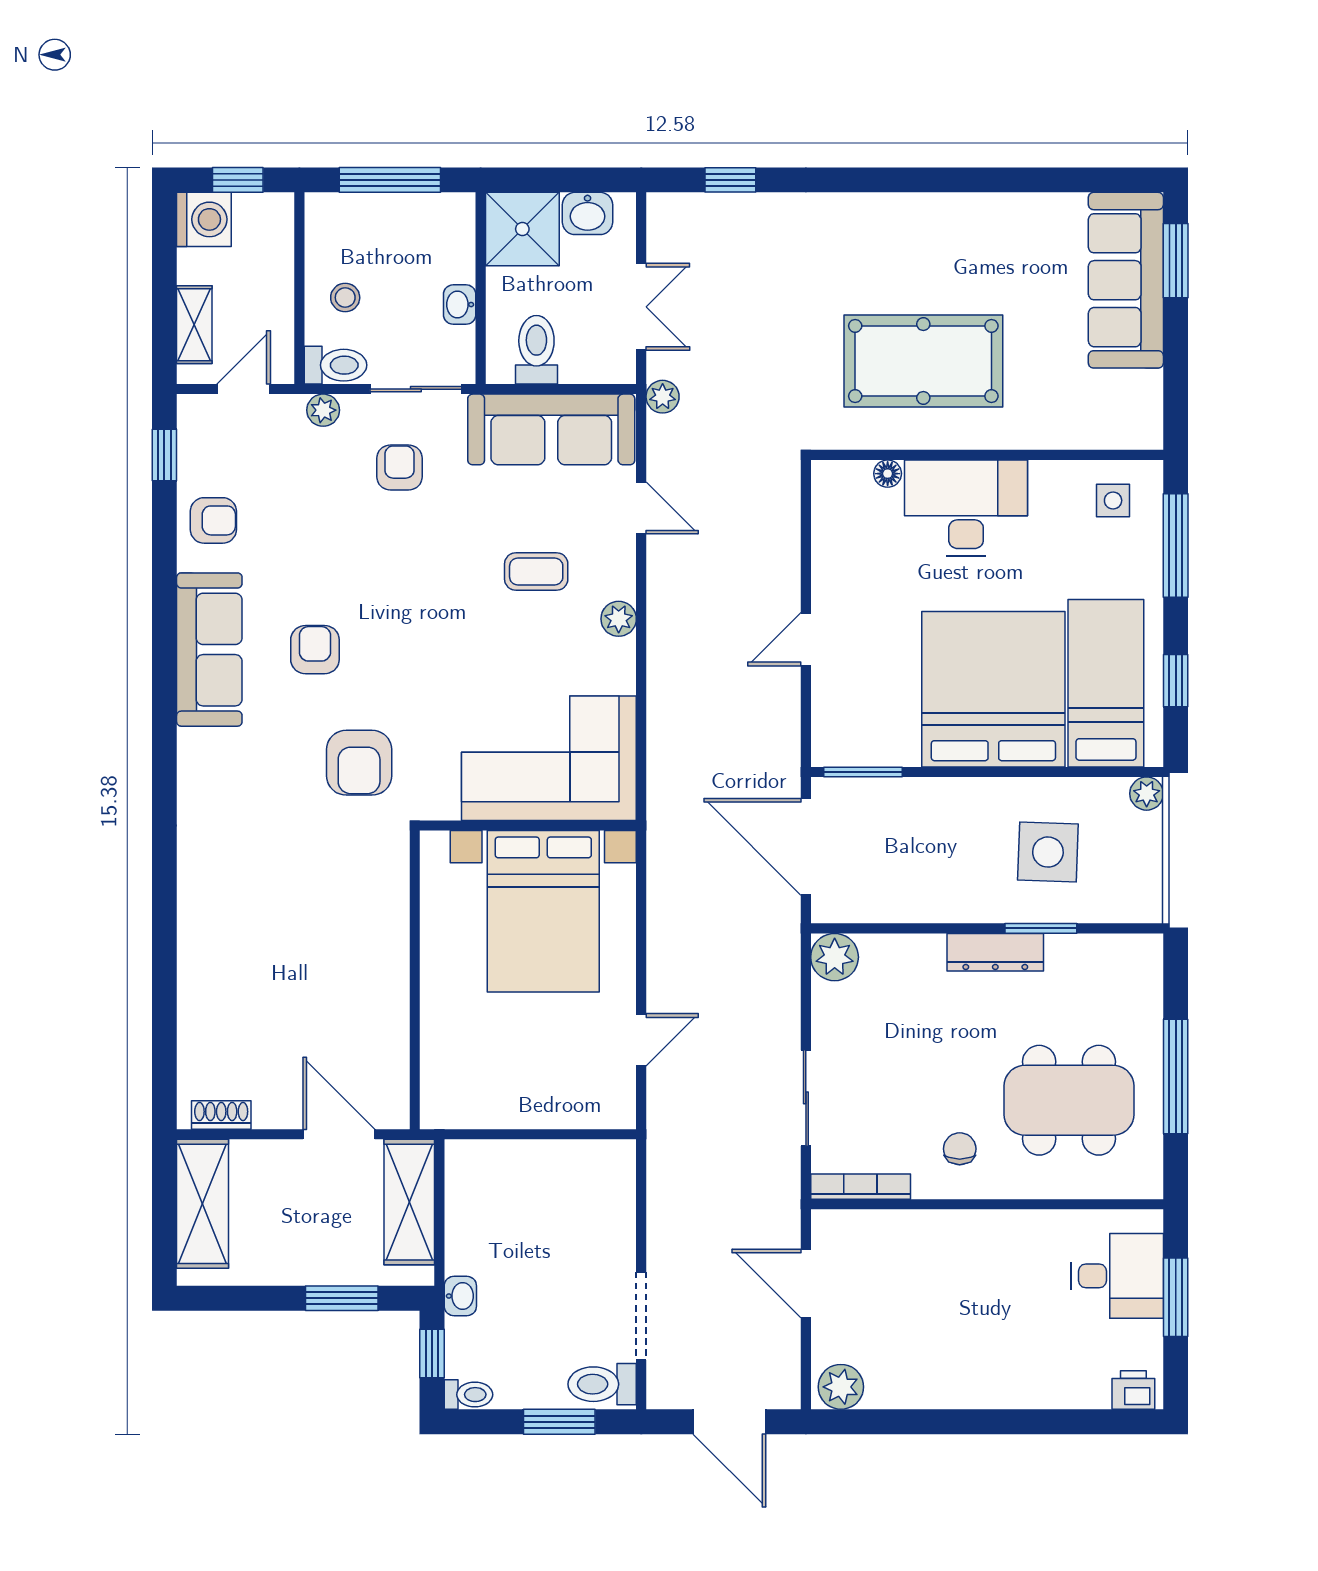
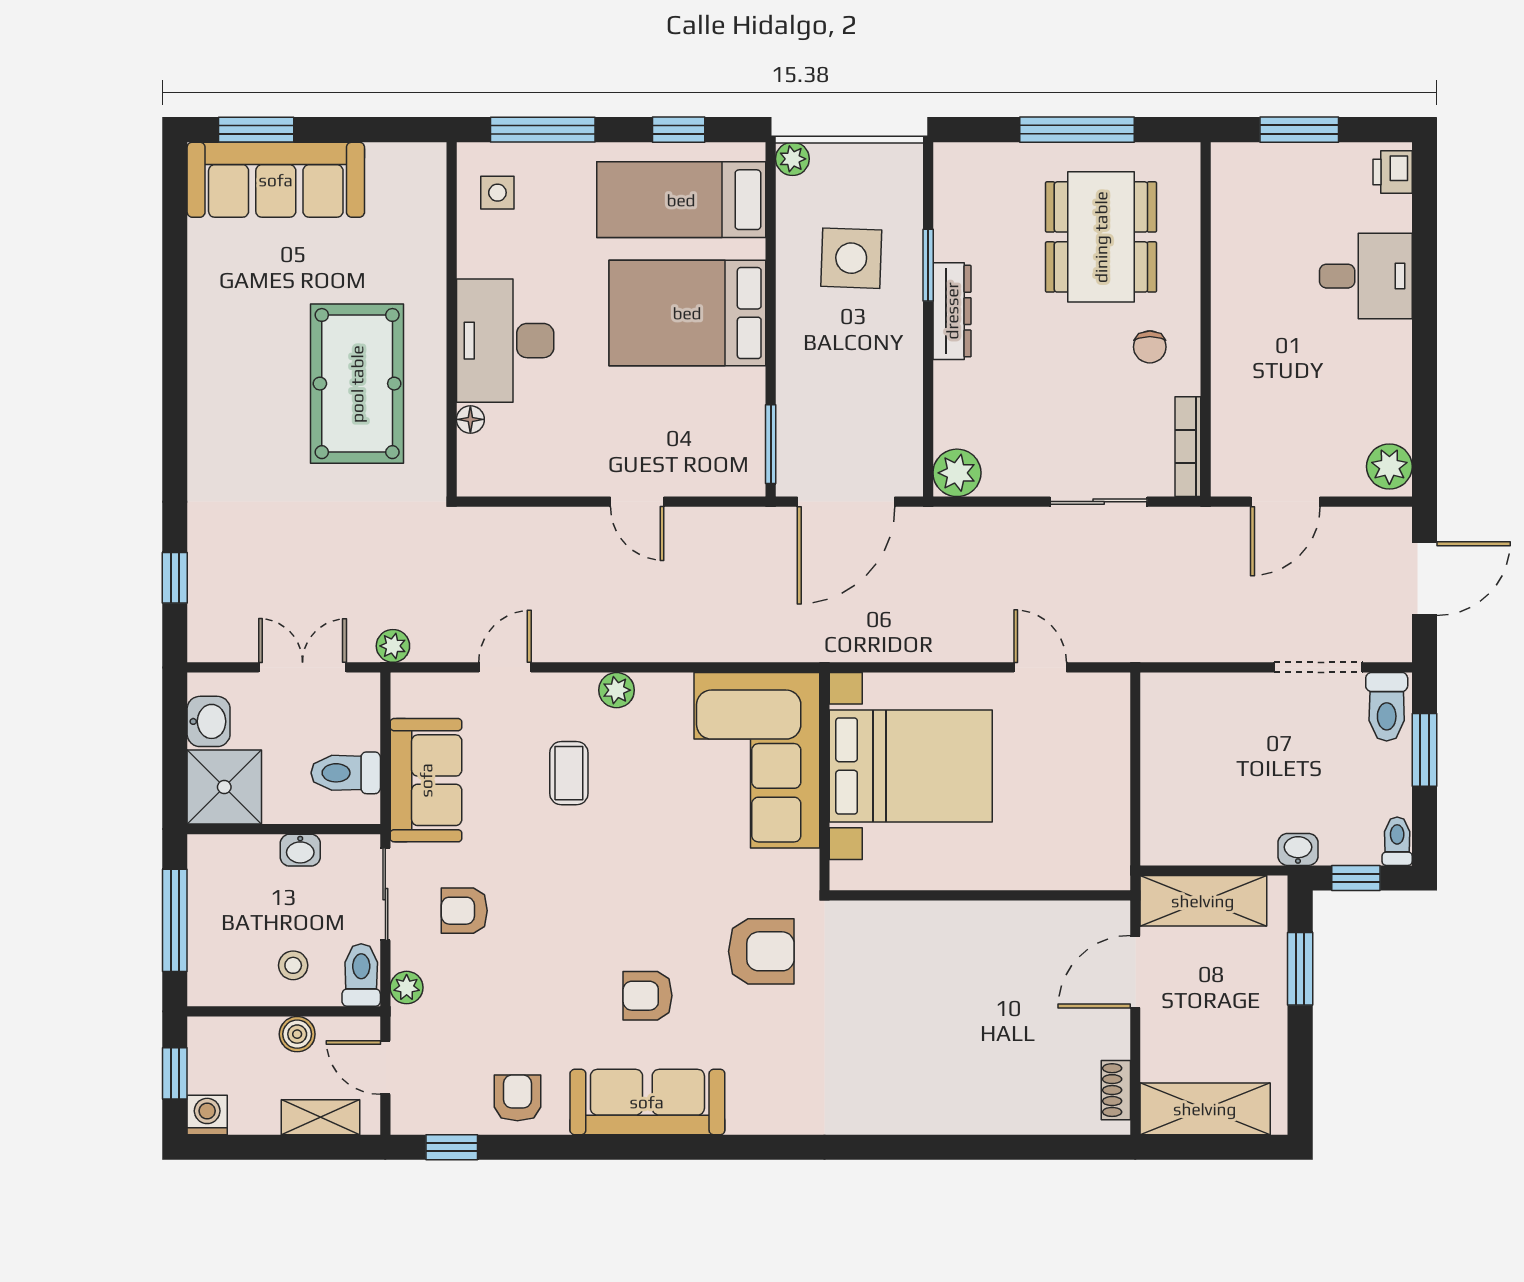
washing machine: (204, 219) -> (207, 1115), width x0.73, depth x0.73
boiler: (277, 301) -> (297, 1034), added
sofa: (551, 429) -> (426, 780), width x0.73
bed: (993, 689) -> (687, 313), width x0.73
chair: (960, 1149) -> (1150, 347), turned -90
desk: (1117, 1276) -> (1366, 276), moved, turned 90

